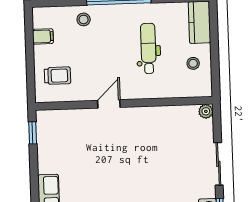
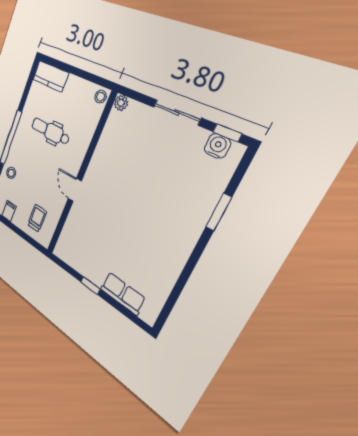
stool: (193, 63) -> (101, 97), moved
window: (33, 133) -> (90, 286), moved

